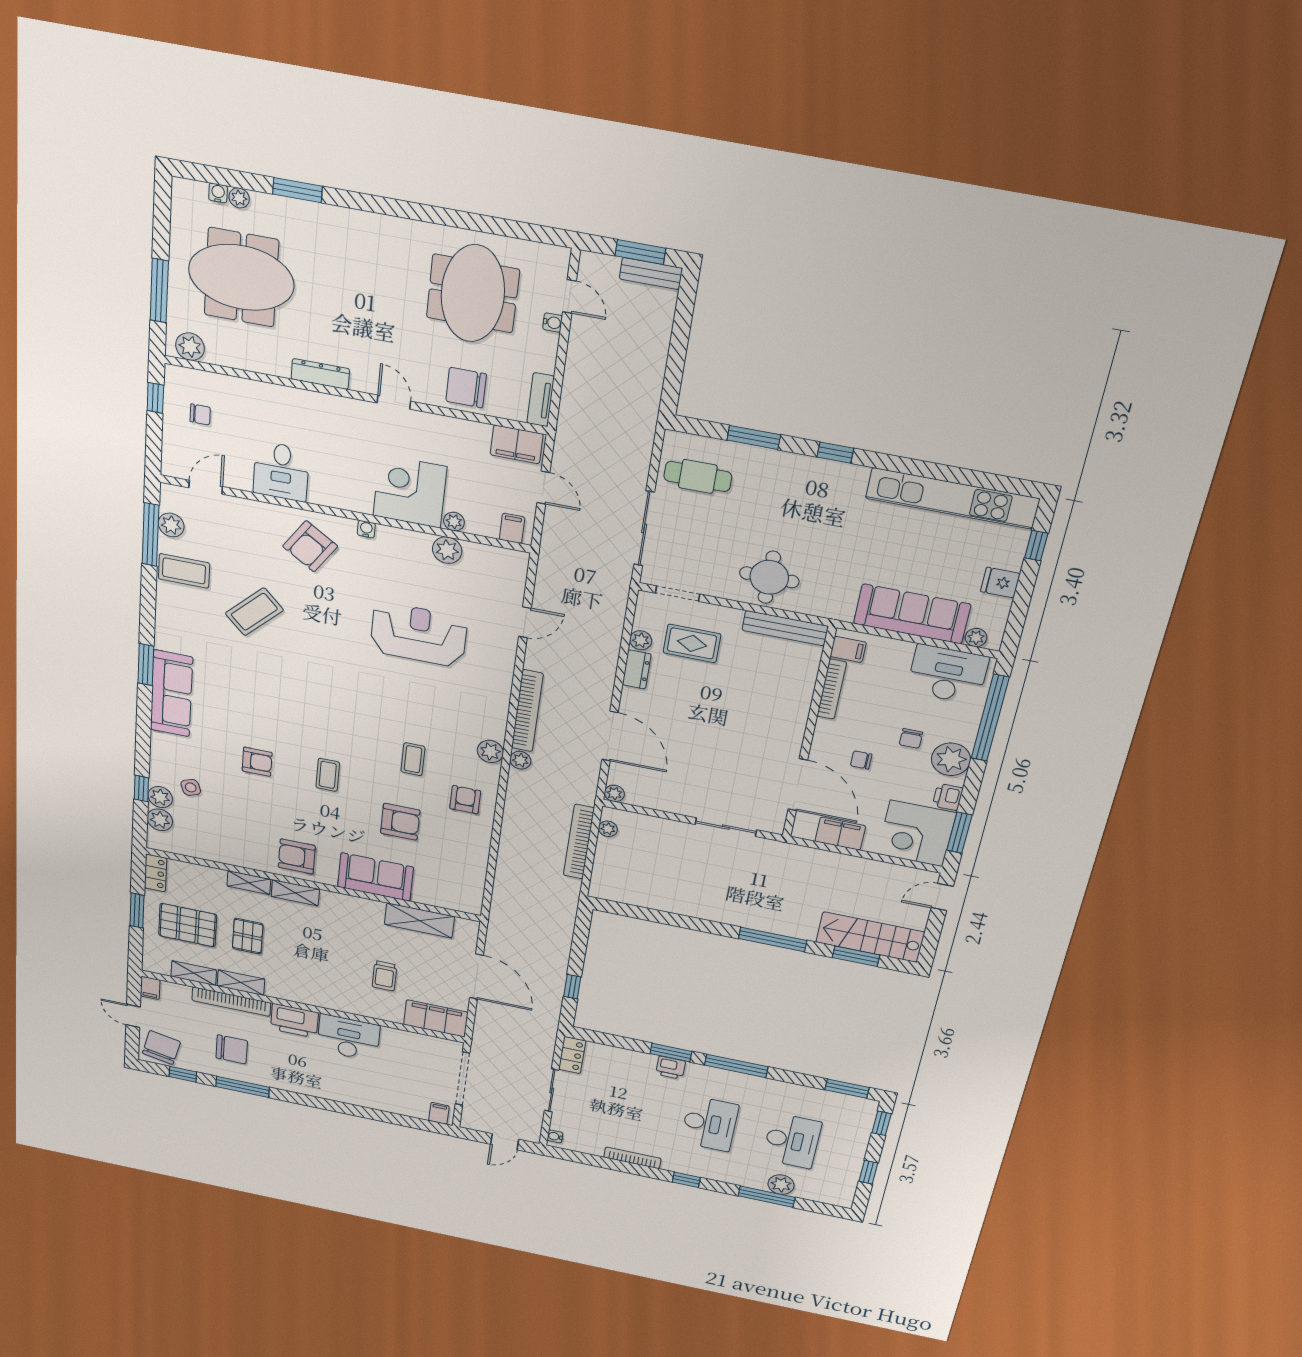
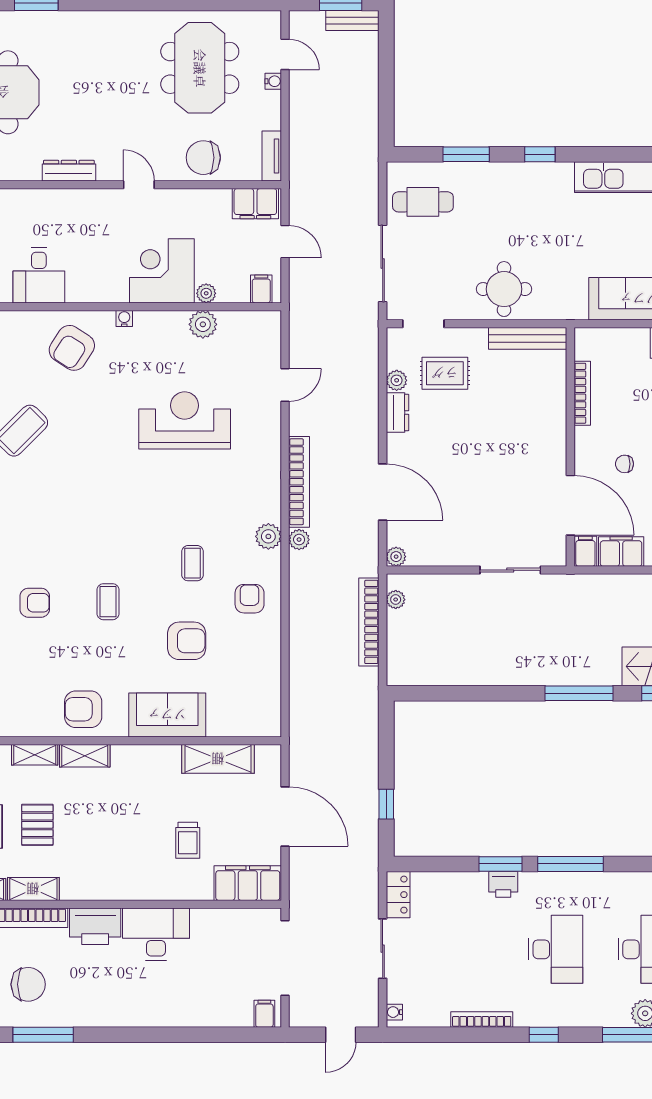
filing cabinet: (848, 649) -> (585, 551), moved, turned -90

